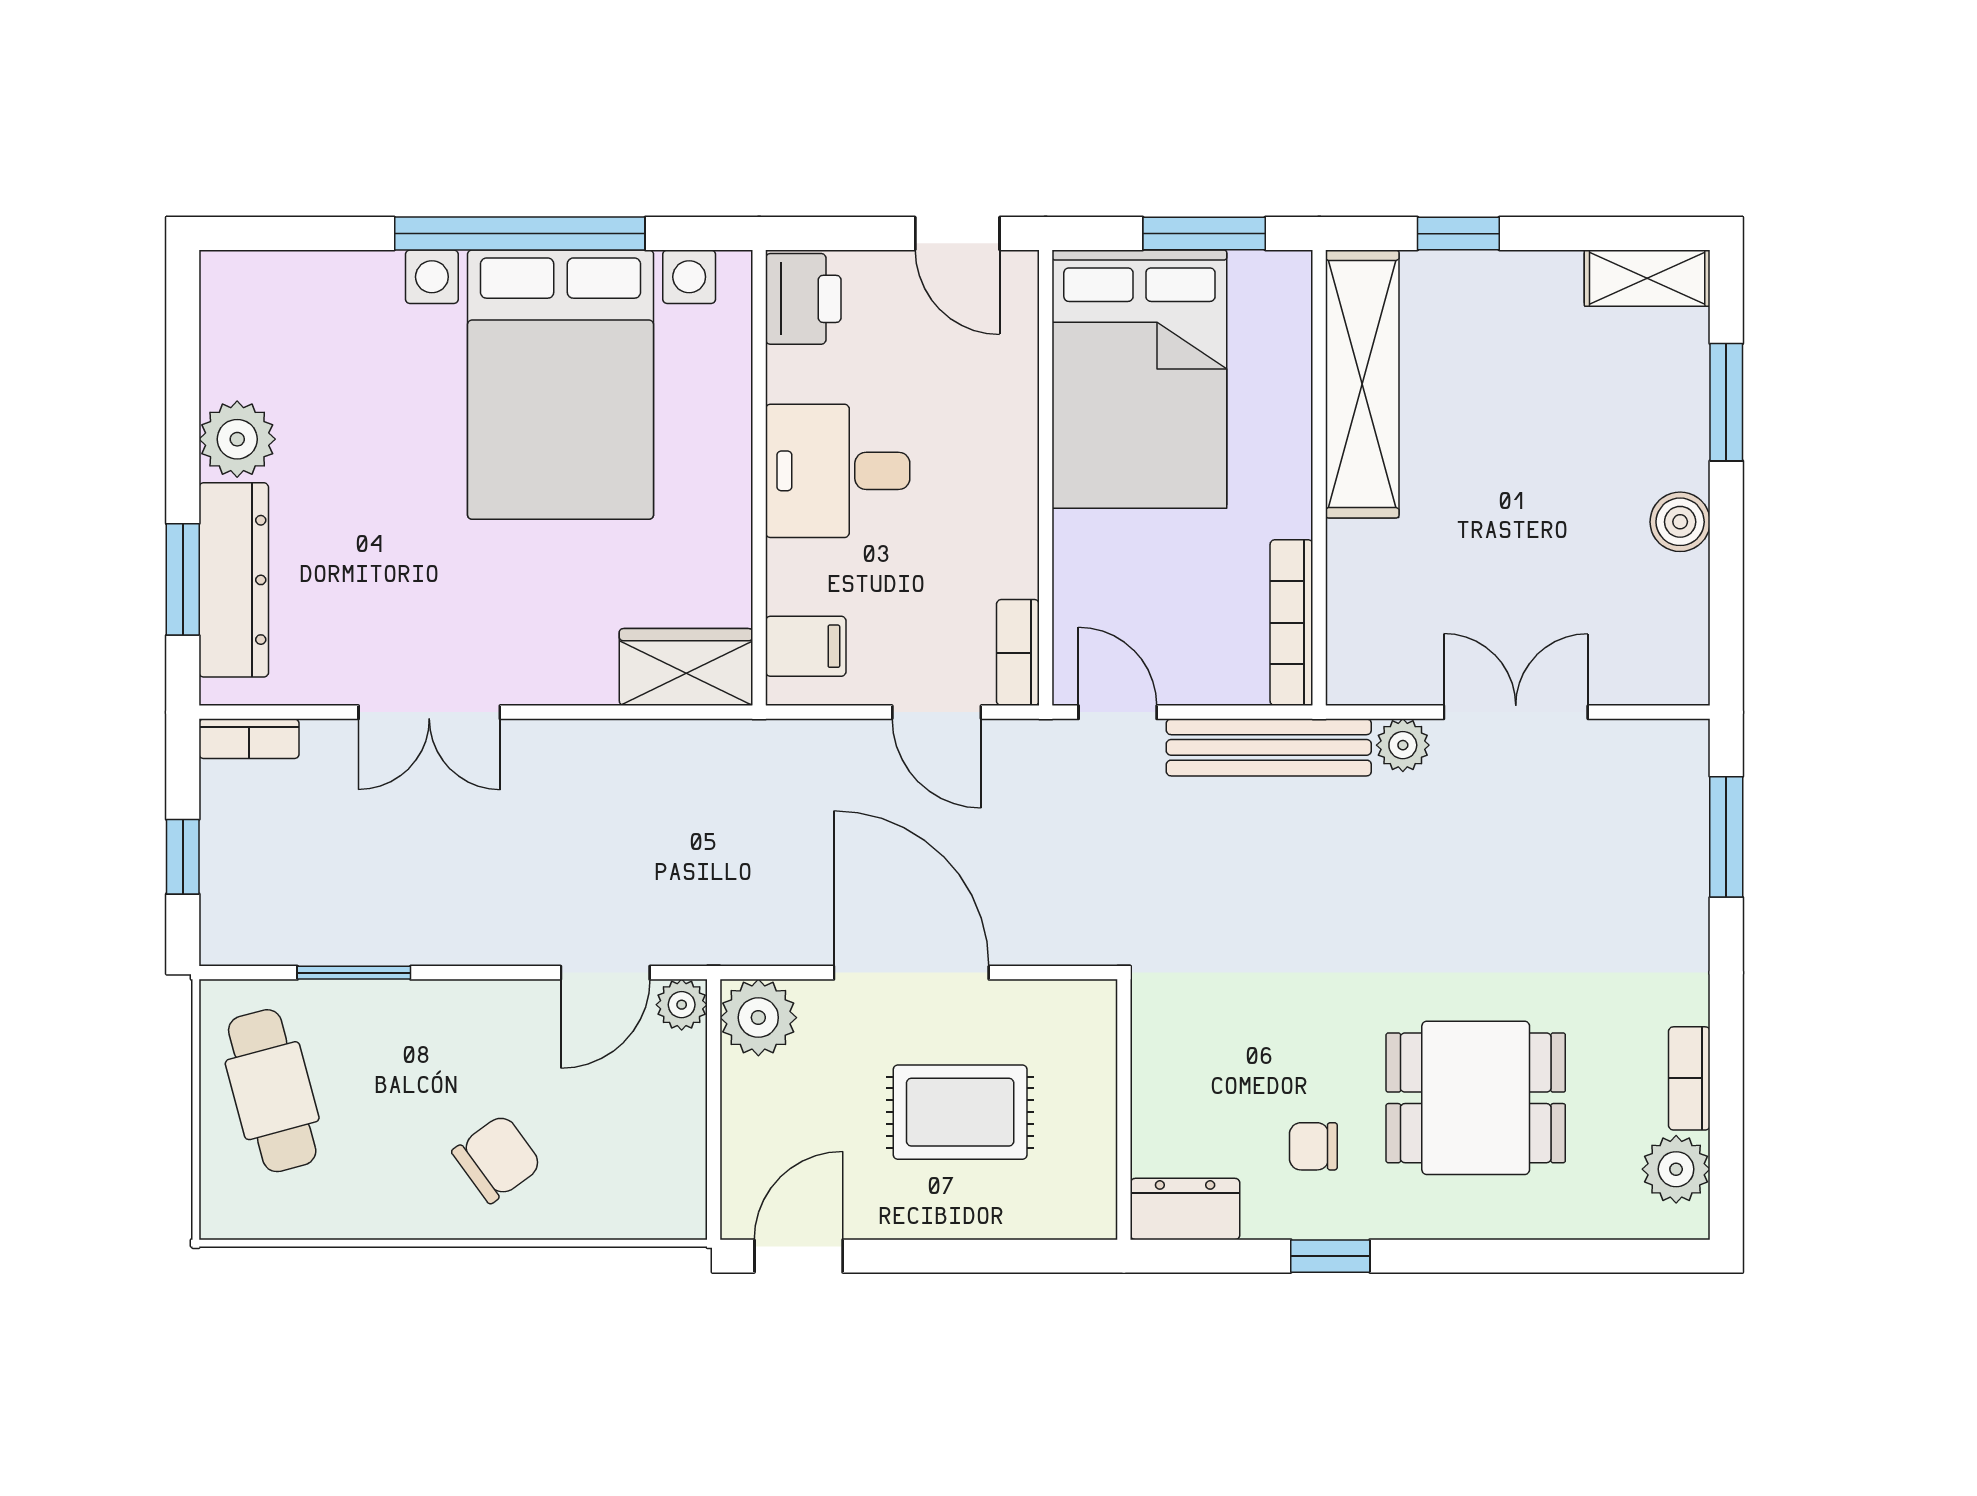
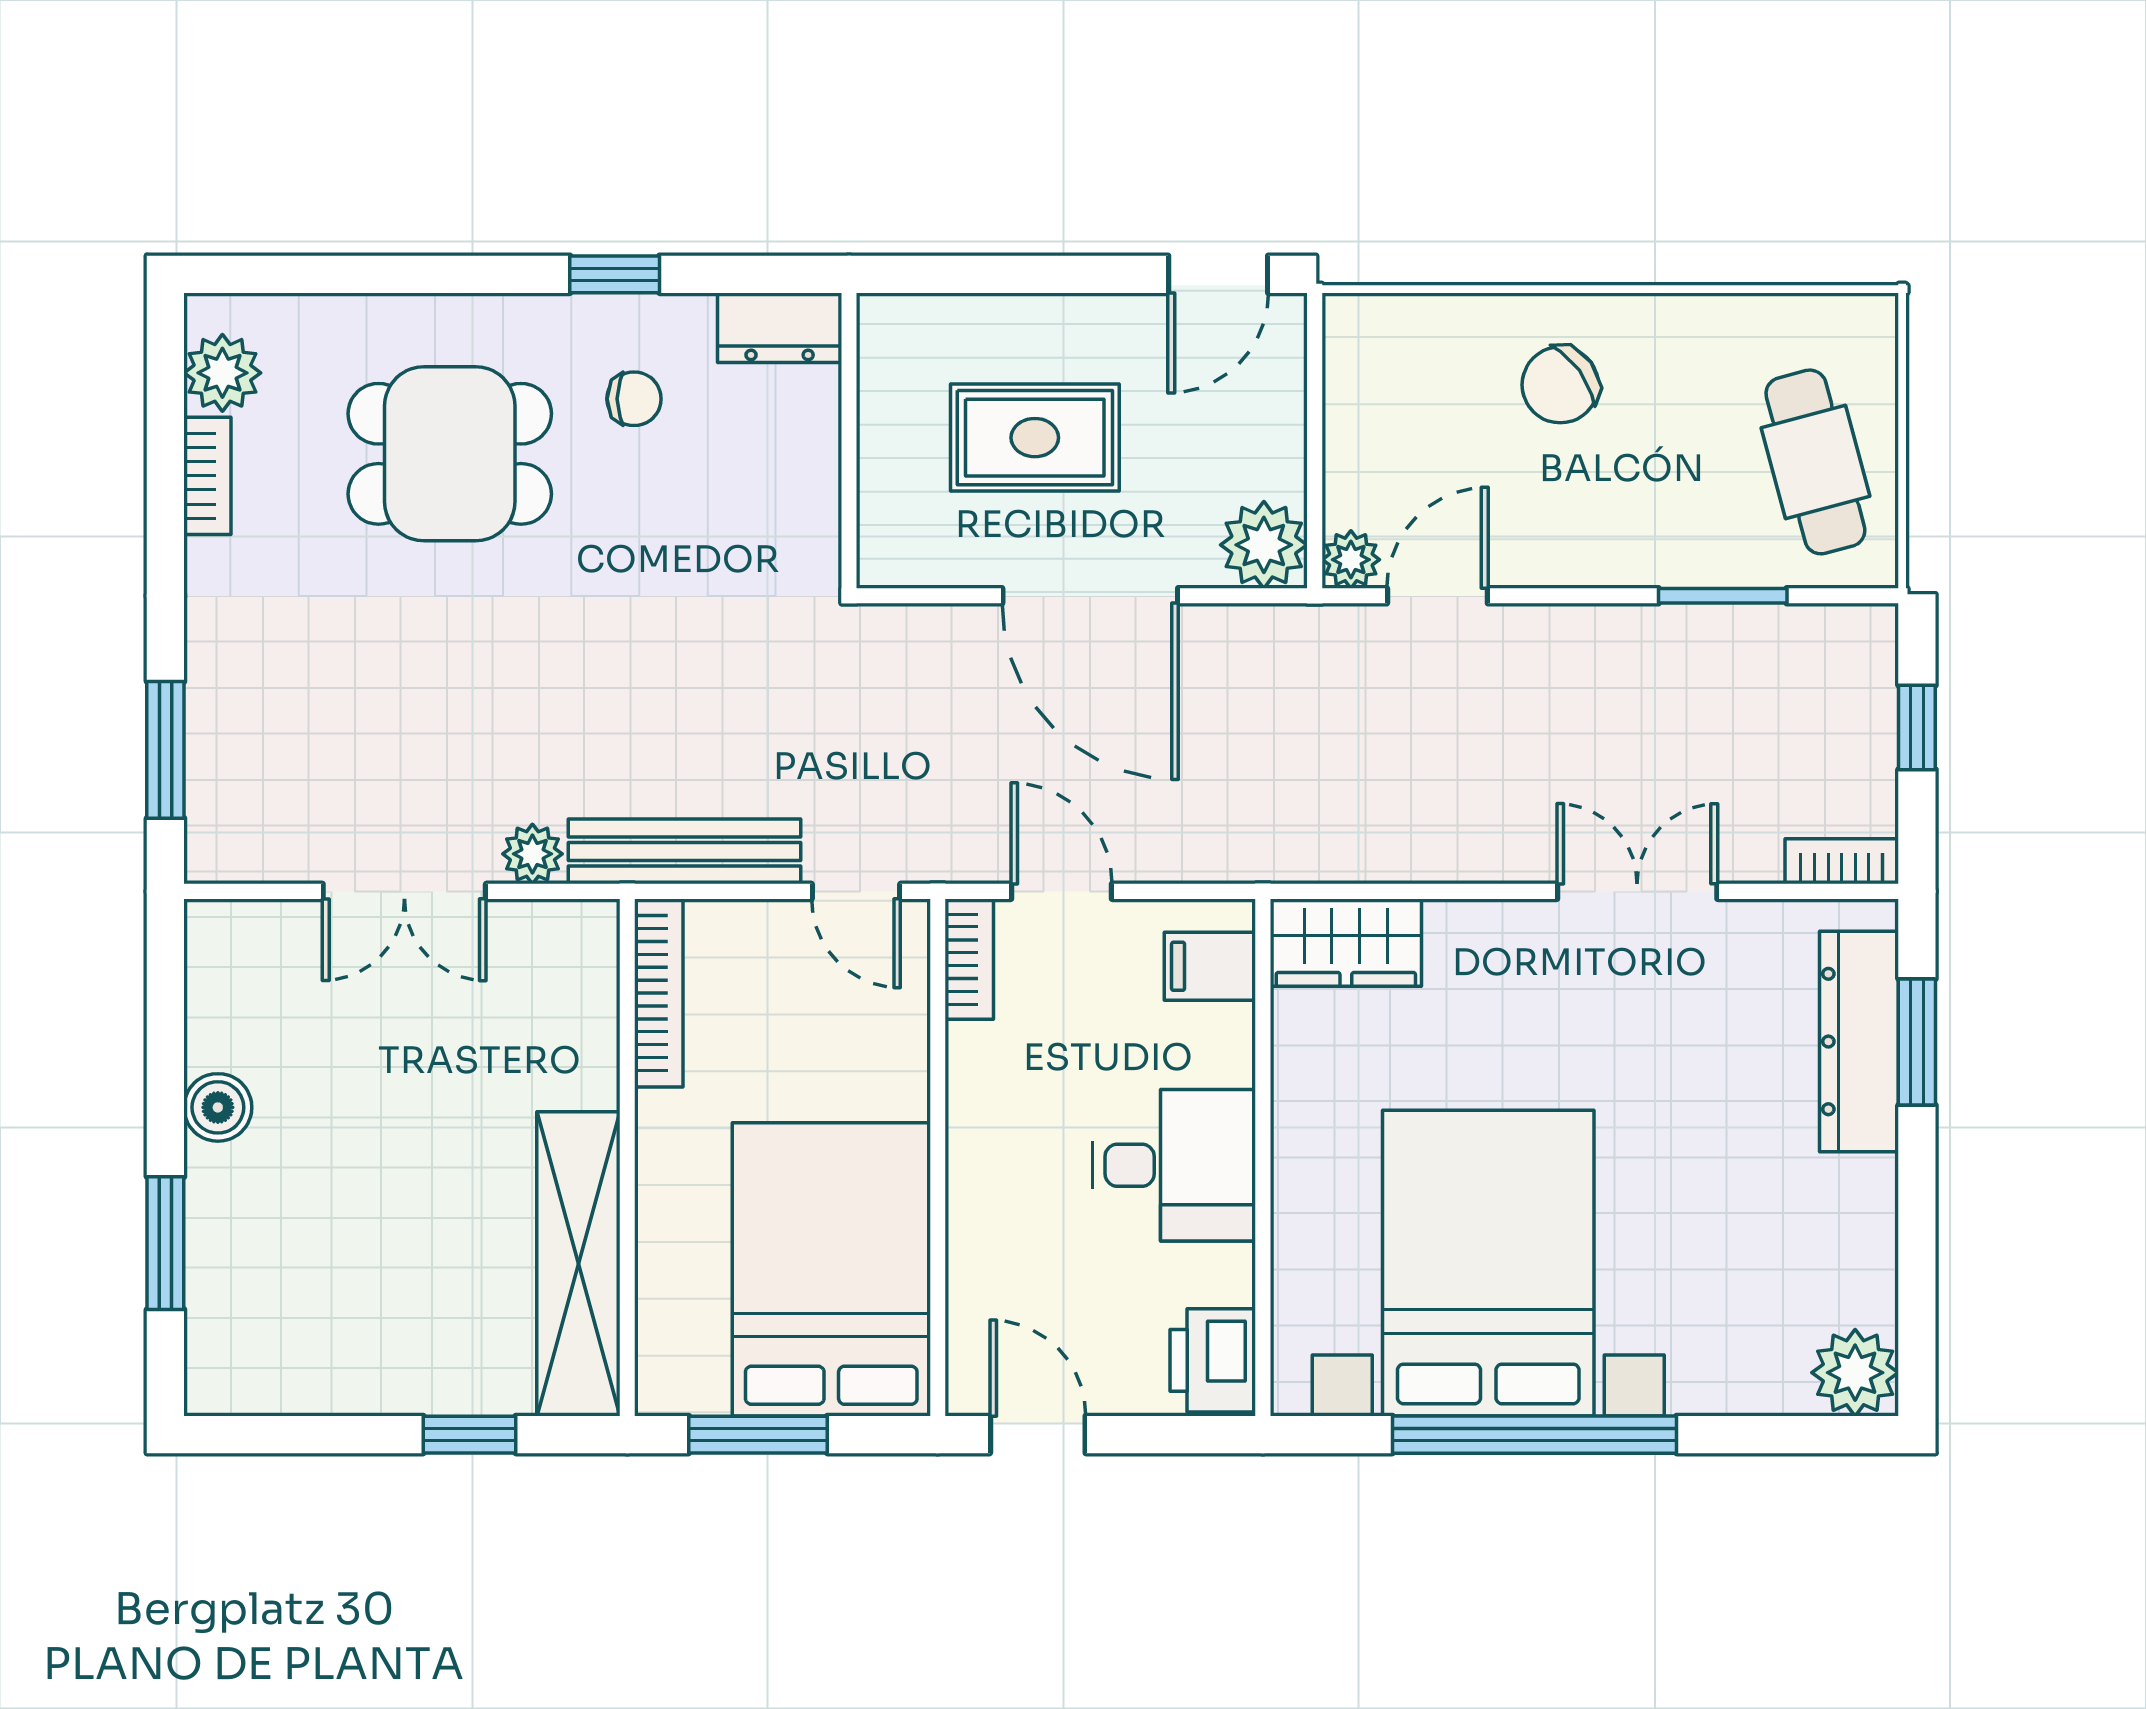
shelving: (1647, 278) -> (255, 1384), removed
plant: (237, 439) -> (1855, 1373), moved

